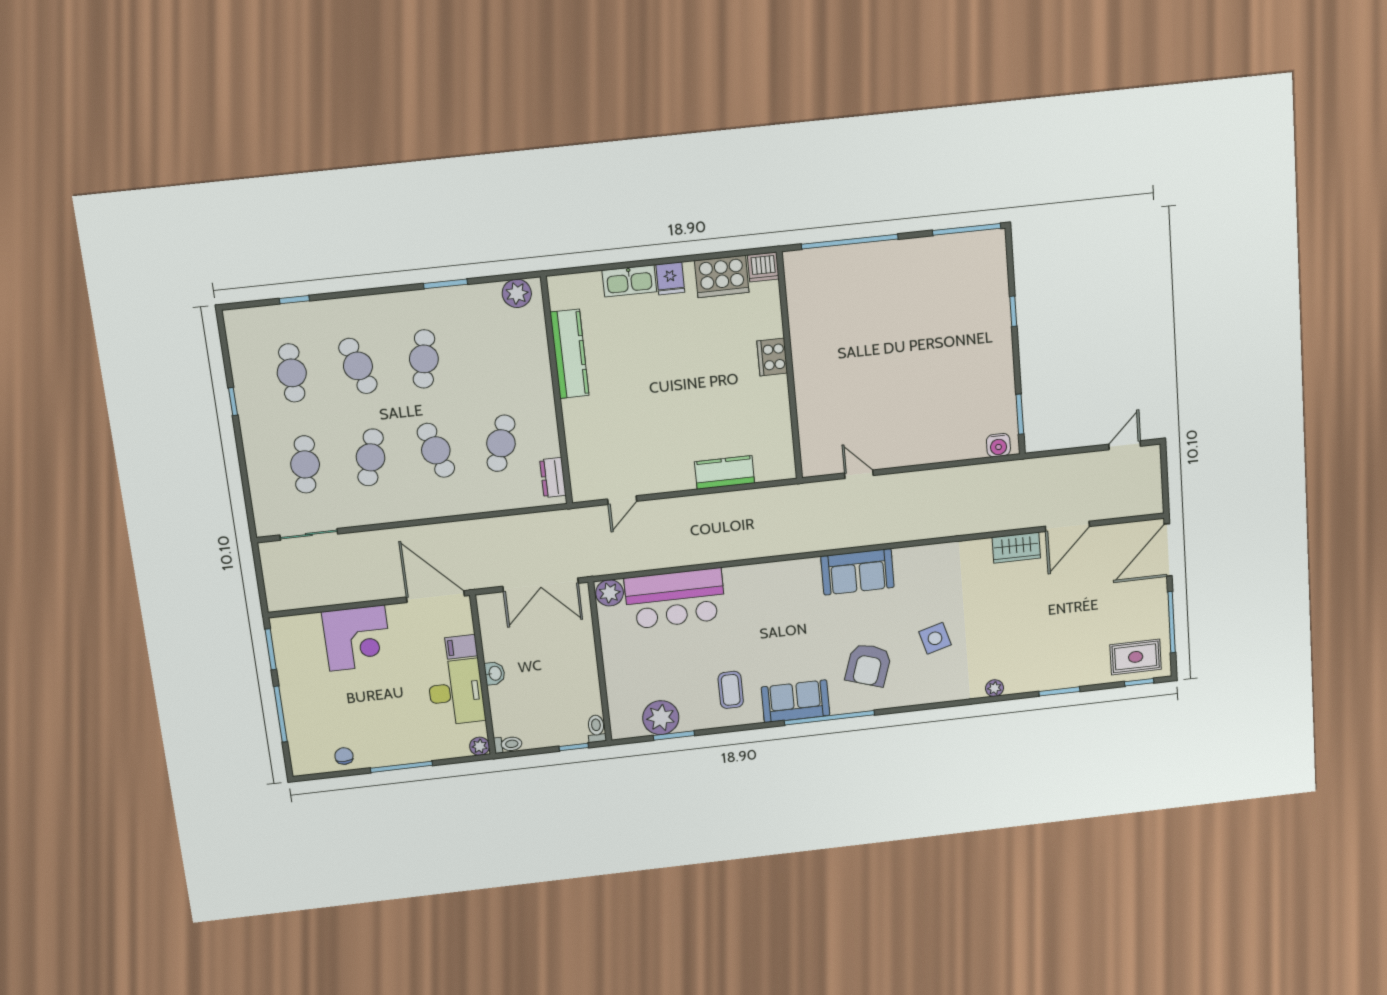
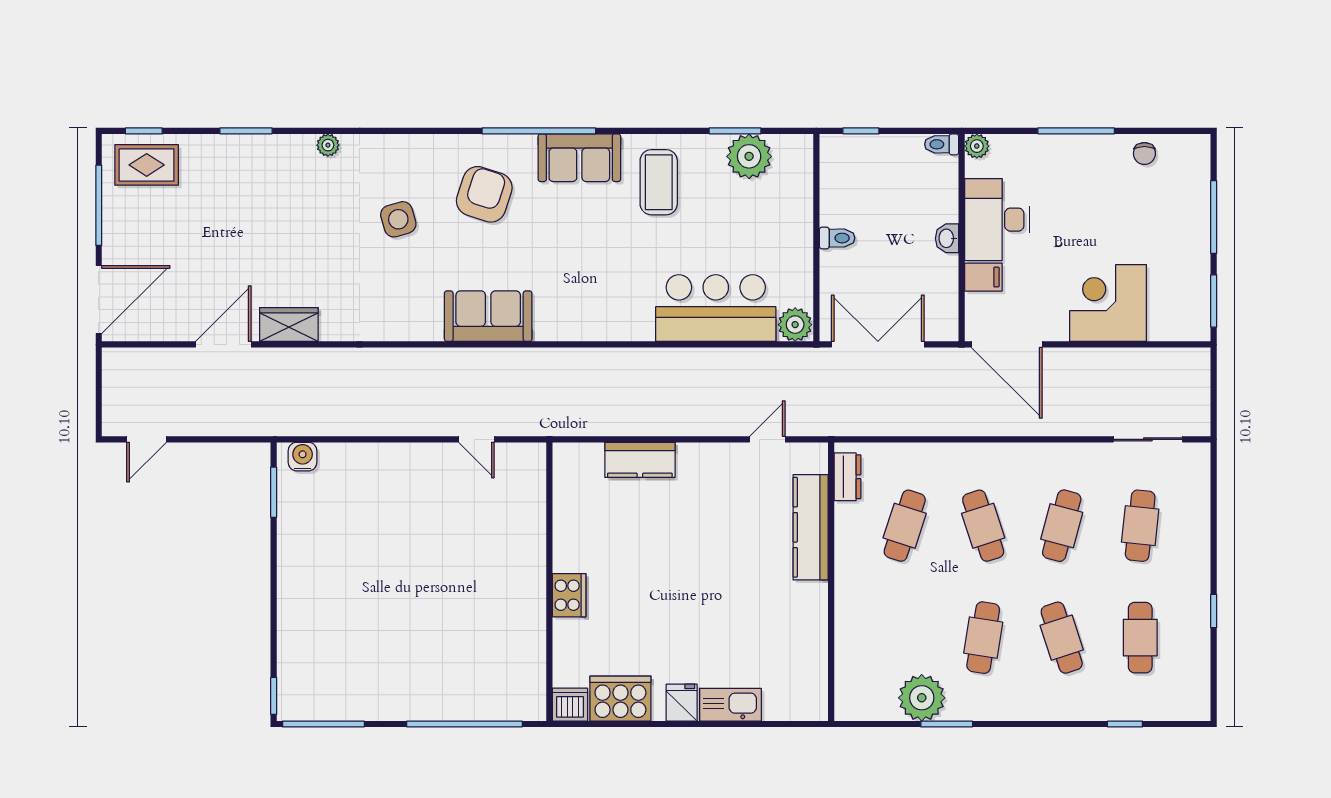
plant: (517, 293) -> (922, 698), moved, width x1.36, depth x1.36
window: (1013, 311) -> (274, 696), moved
kitchen counter: (570, 354) -> (811, 527), moved
coffee table: (731, 690) -> (659, 182), width x1.36, depth x1.30
toilet: (596, 729) -> (837, 238), moved, turned -90

